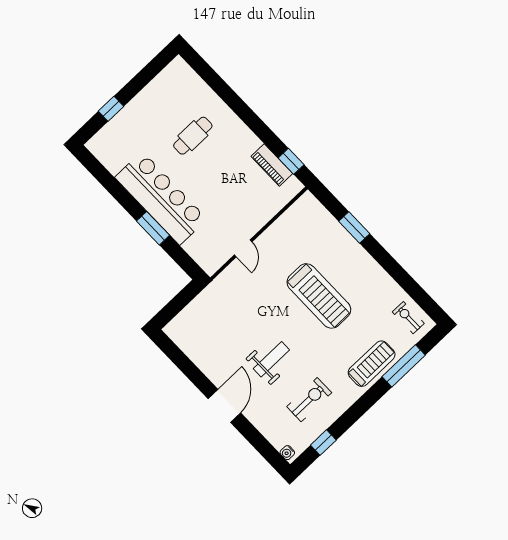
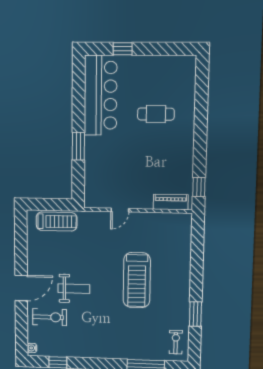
piano: (272, 165) -> (171, 202), moved, turned 90
bar counter: (161, 198) -> (101, 95), moved
window: (354, 227) -> (195, 314), moved
treadmill: (372, 364) -> (57, 222), moved
exercise bike: (309, 400) -> (50, 317), moved

